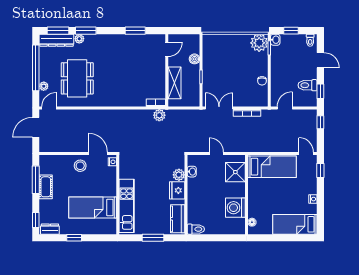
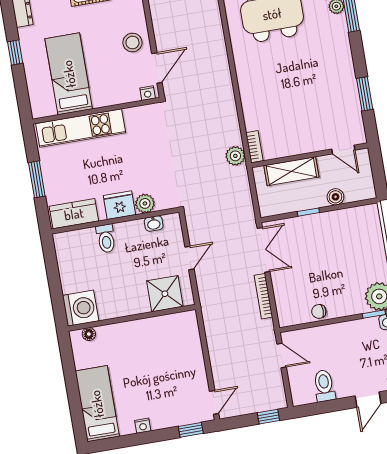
window: (320, 91) -> (318, 408), removed
bed: (272, 167) -> (184, 351), removed
washing machine: (235, 208) -> (81, 308), moved, turned 90
toilet: (196, 229) -> (106, 238), moved

